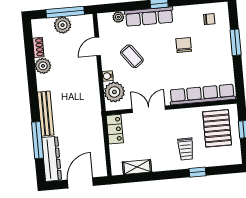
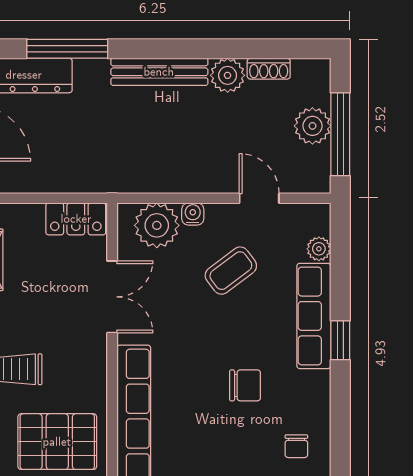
bench: (46, 114) -> (159, 72), moved

